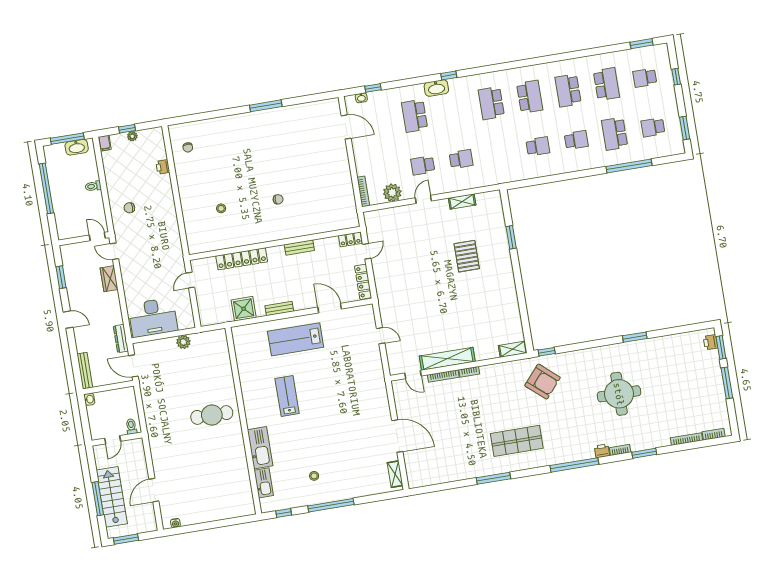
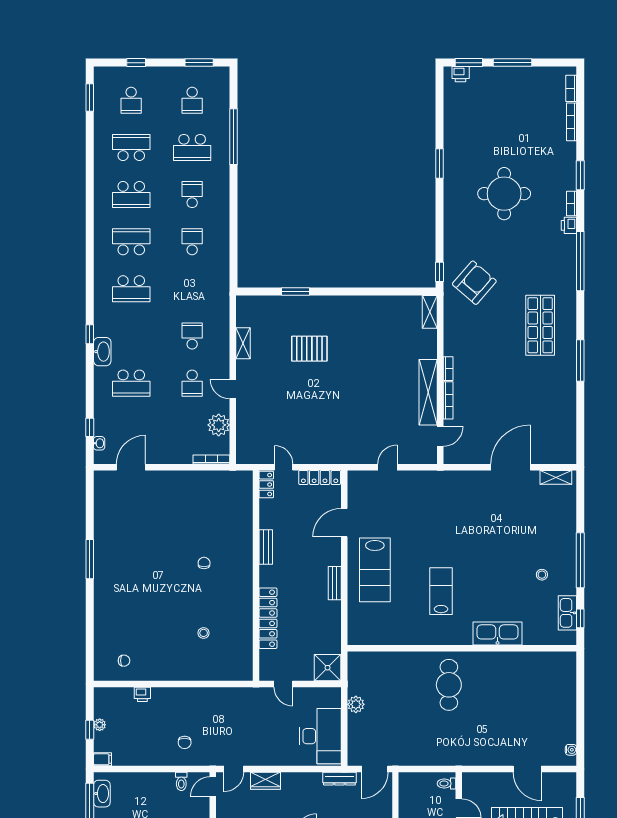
toilet: (93, 186) -> (181, 781), moved
shower: (244, 309) -> (328, 668), moved
lab bench: (287, 396) -> (441, 591), turned 90
kitchen sink: (264, 483) -> (567, 613), moved, turned -90

